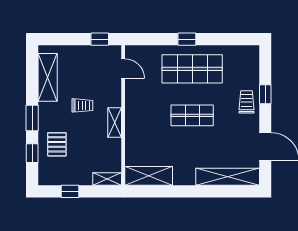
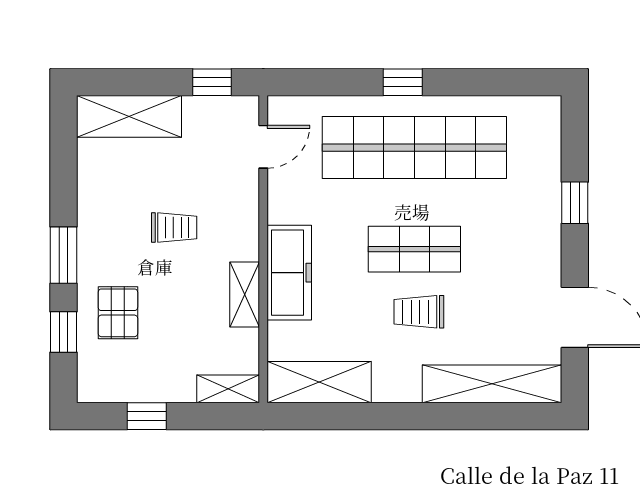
door: (123, 69) -> (263, 147), hinge flipped
shop shelf: (192, 69) -> (414, 148), width x1.40
shelving: (48, 77) -> (129, 116), moved, turned 90
trolley: (247, 102) -> (419, 312), moved, turned -90
shelving: (115, 122) -> (245, 295), moved
freezer: (135, 126) -> (289, 273), added

